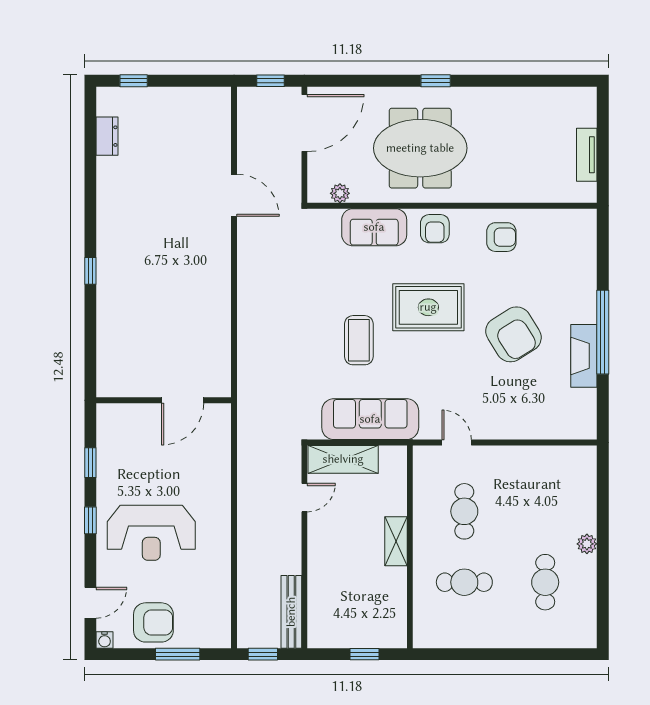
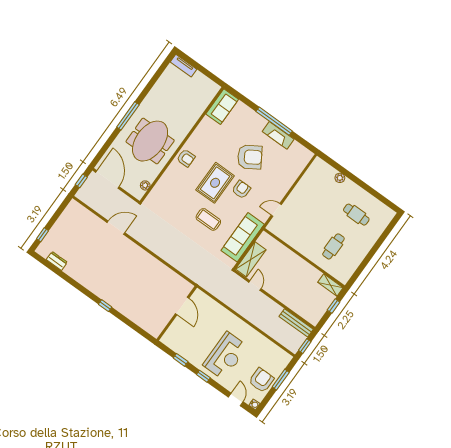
window: (436, 81) -> (128, 116), width x2.17
tv unit: (587, 155) -> (183, 66), moved
sofa: (374, 227) -> (222, 107), moved
armchair: (501, 237) -> (241, 189), moved
cafe table: (464, 511) -> (306, 226), removed
shelving: (396, 541) -> (330, 285), moved
plant: (587, 544) -> (340, 178), moved

